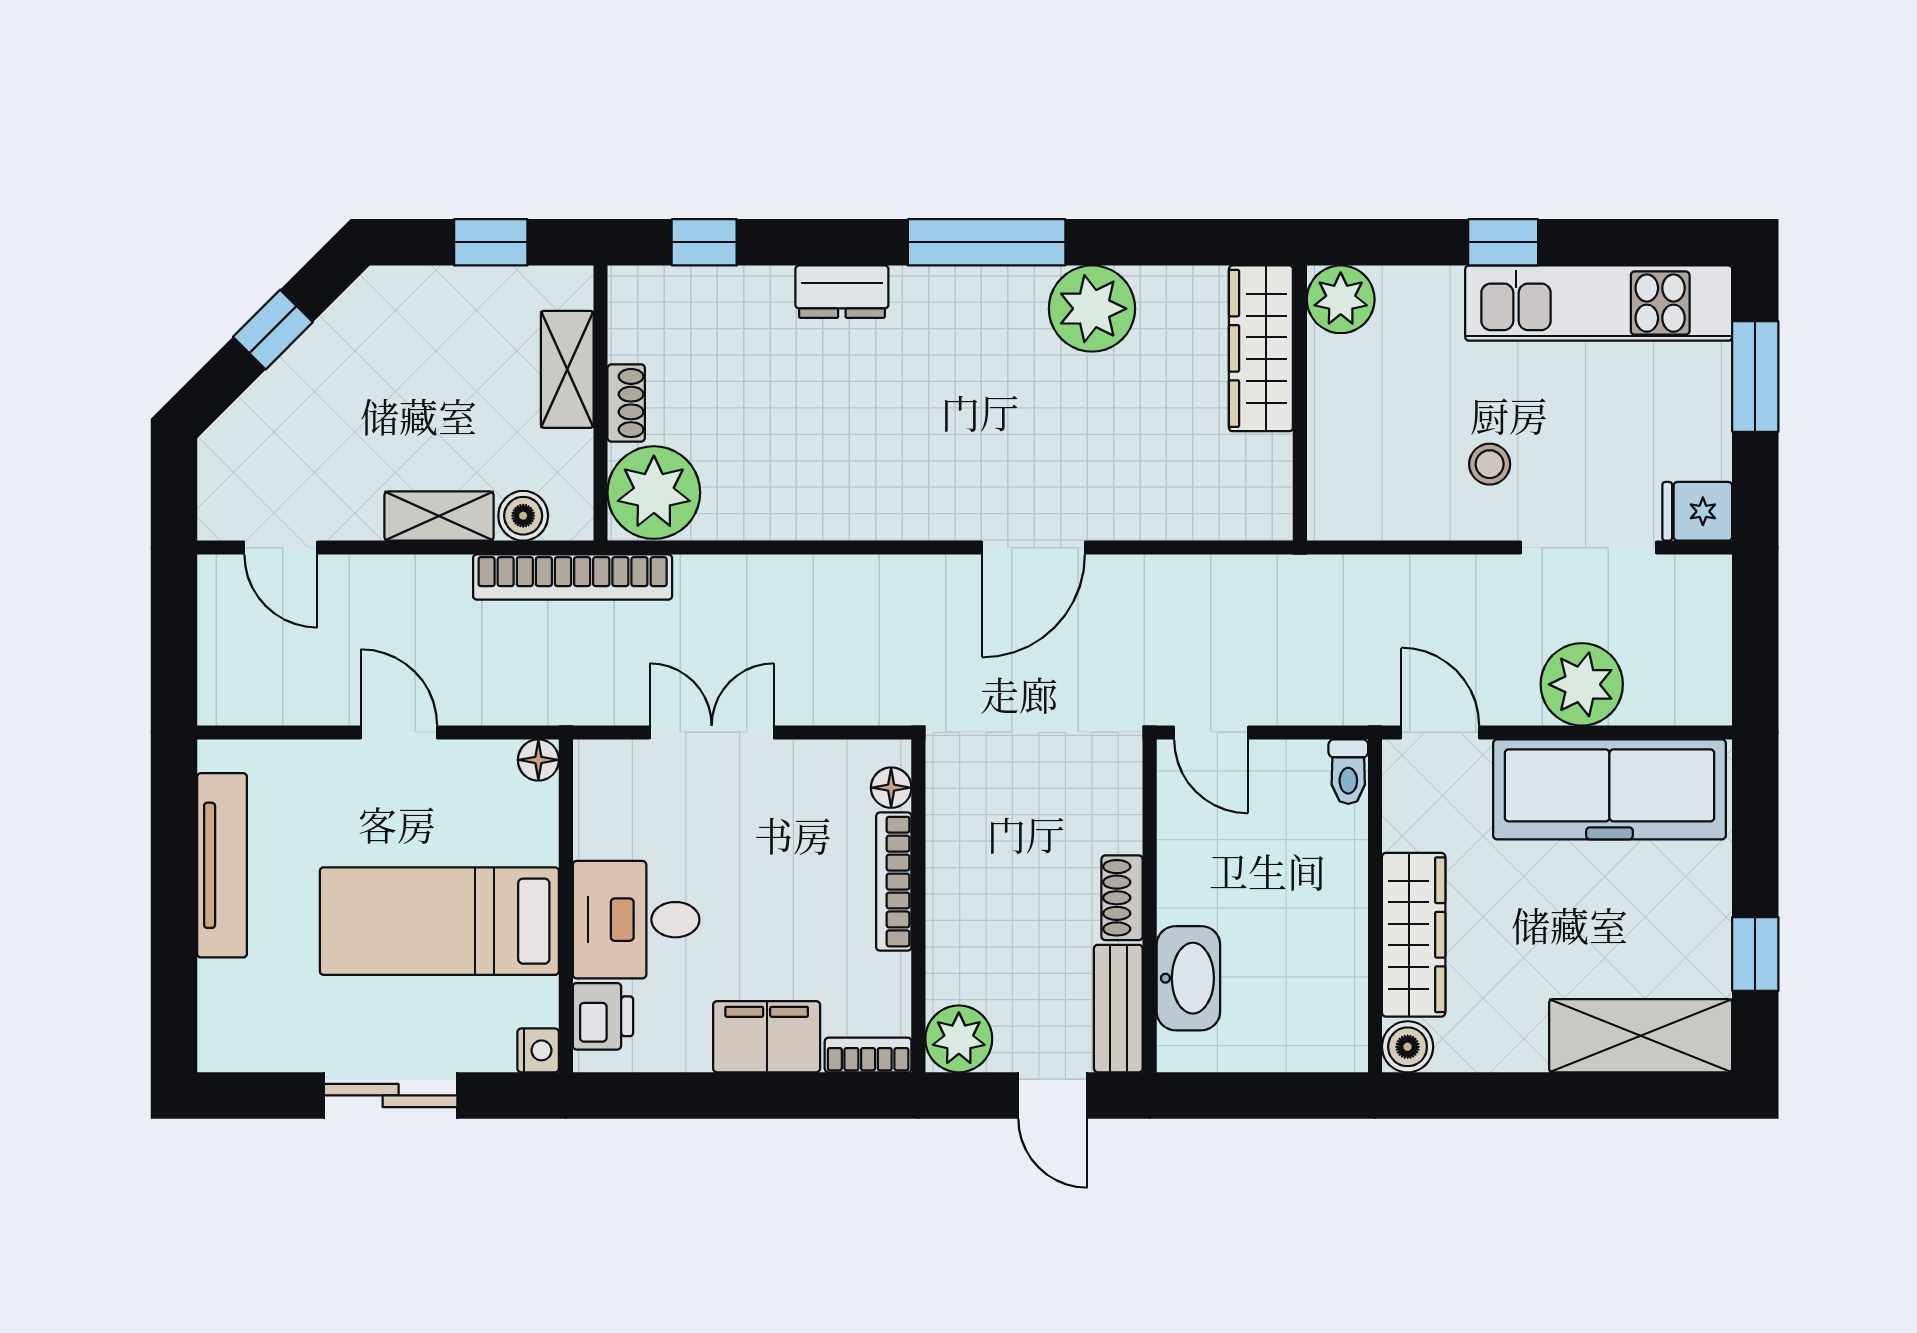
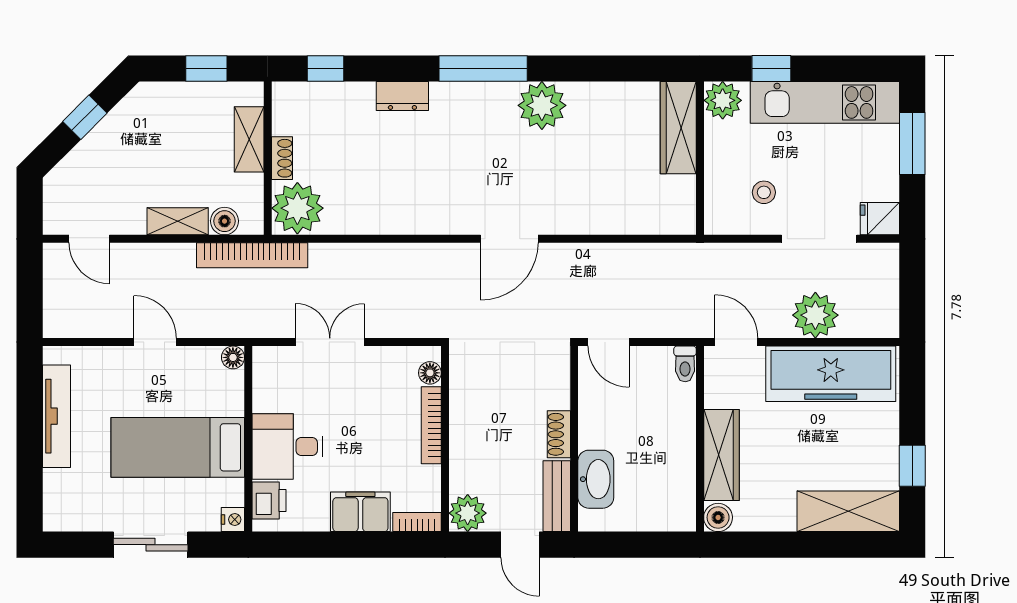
plant: (1341, 299) -> (723, 100), moved
wardrobe: (1261, 348) -> (678, 128), moved
wall: (1300, 403) -> (700, 158), moved

